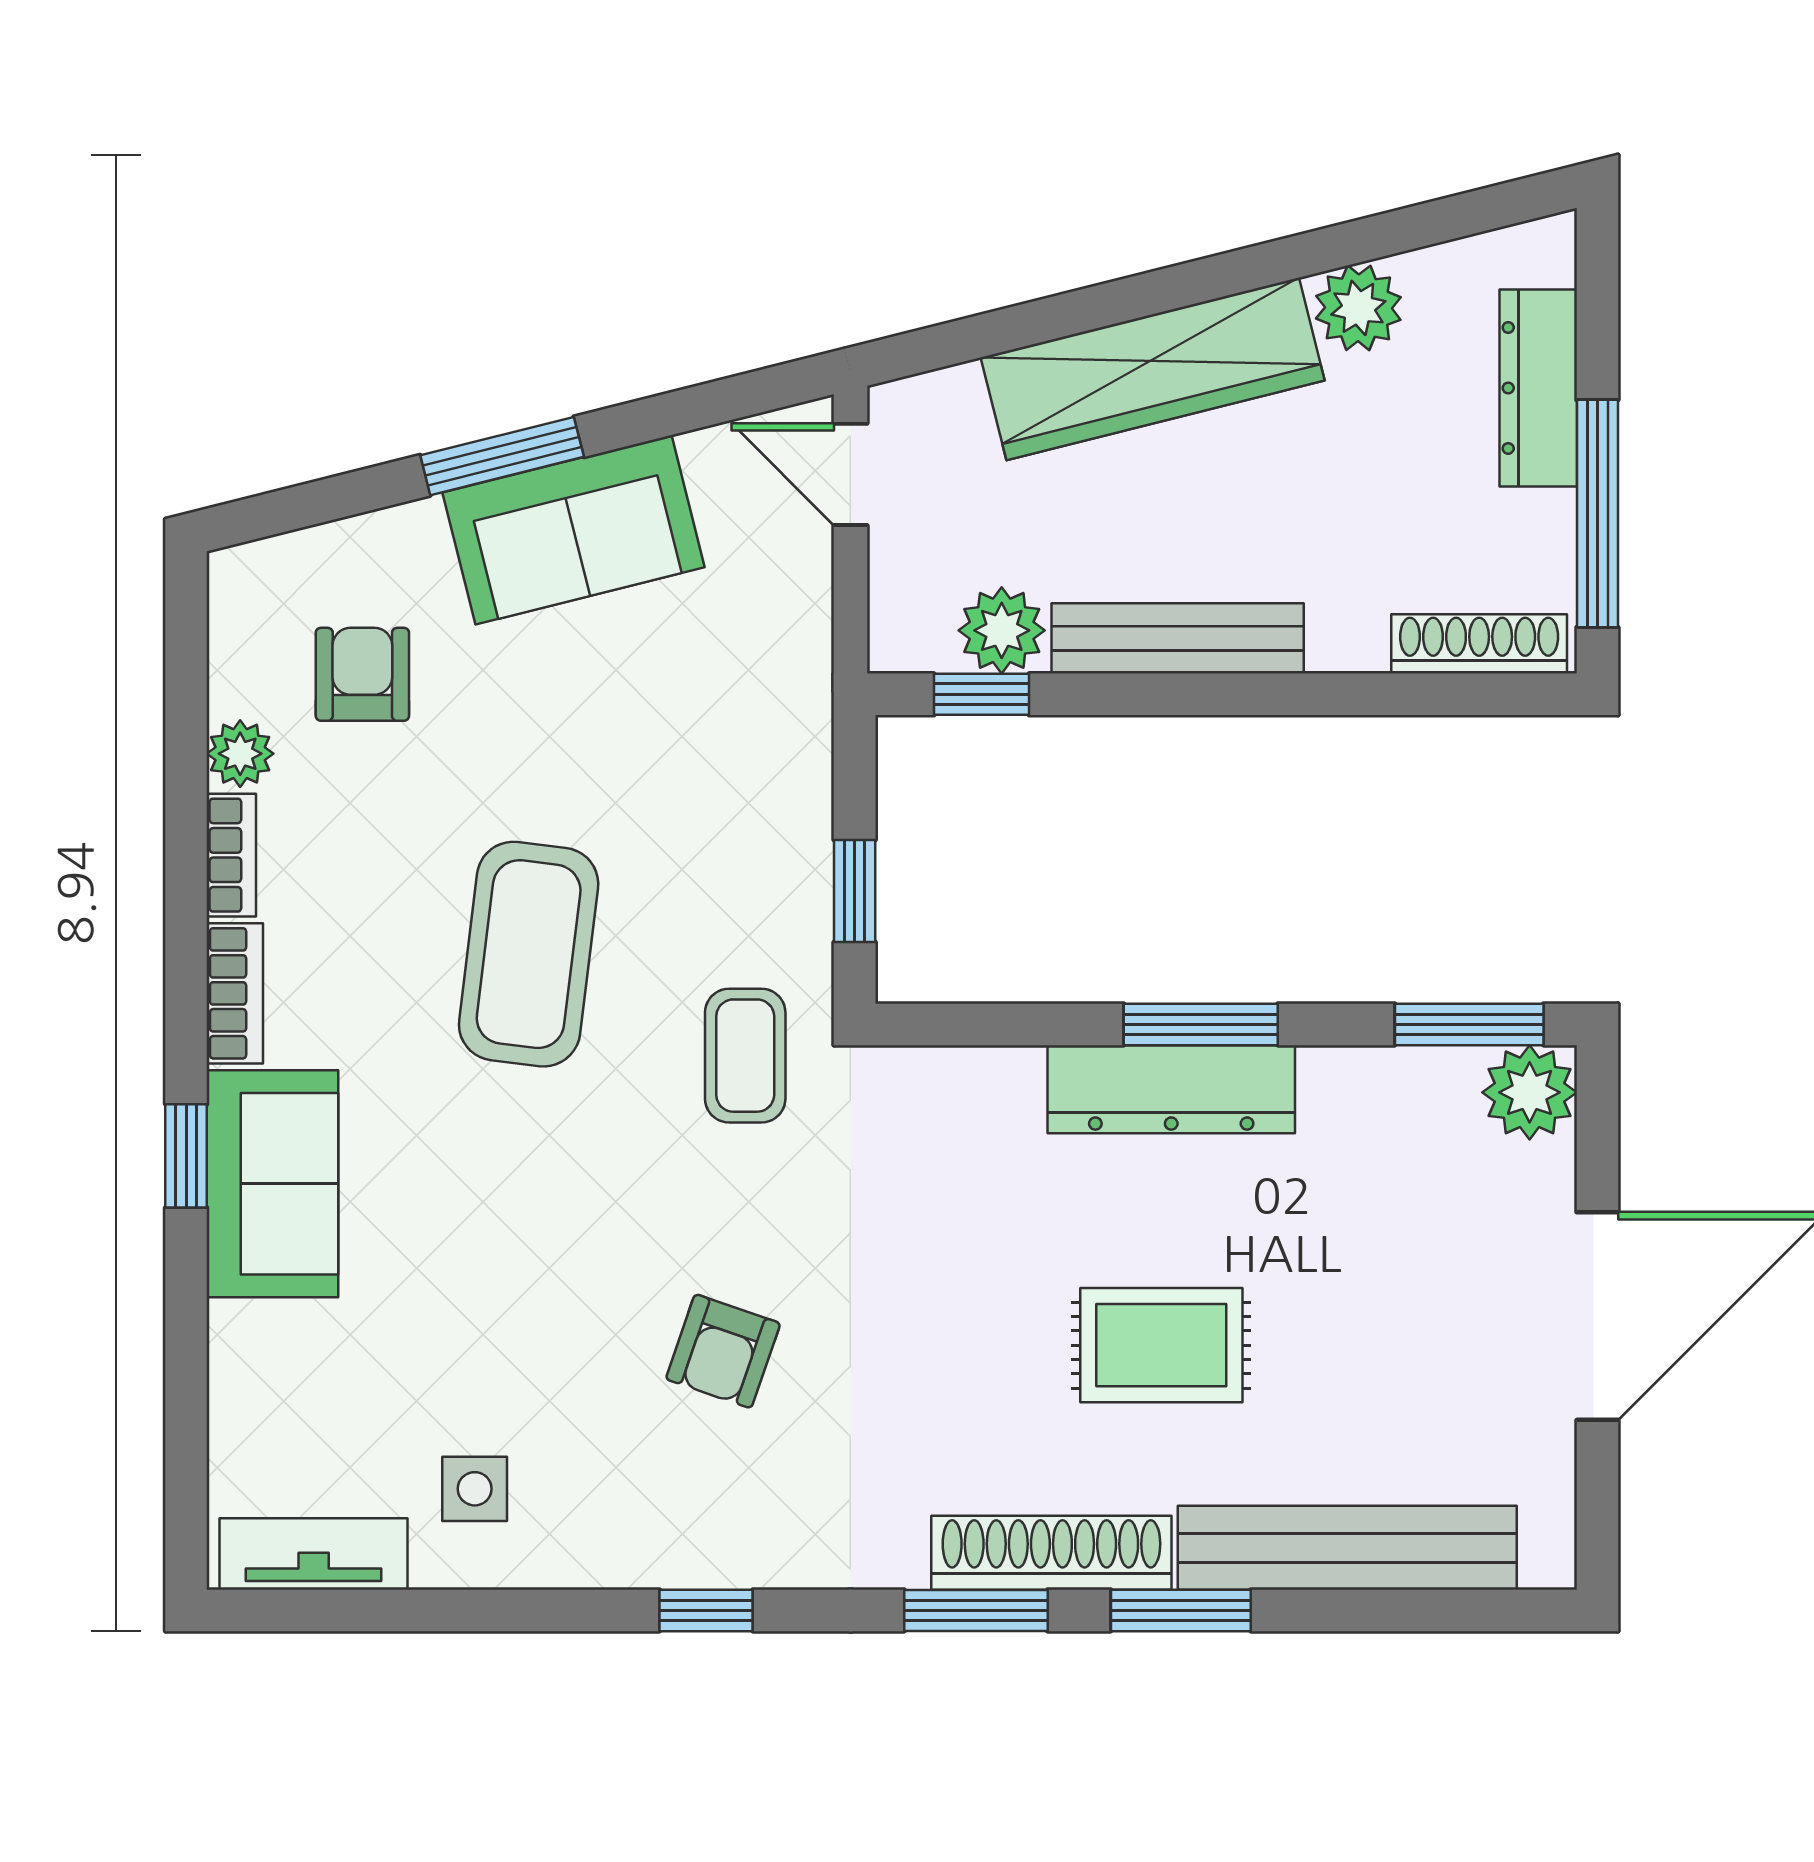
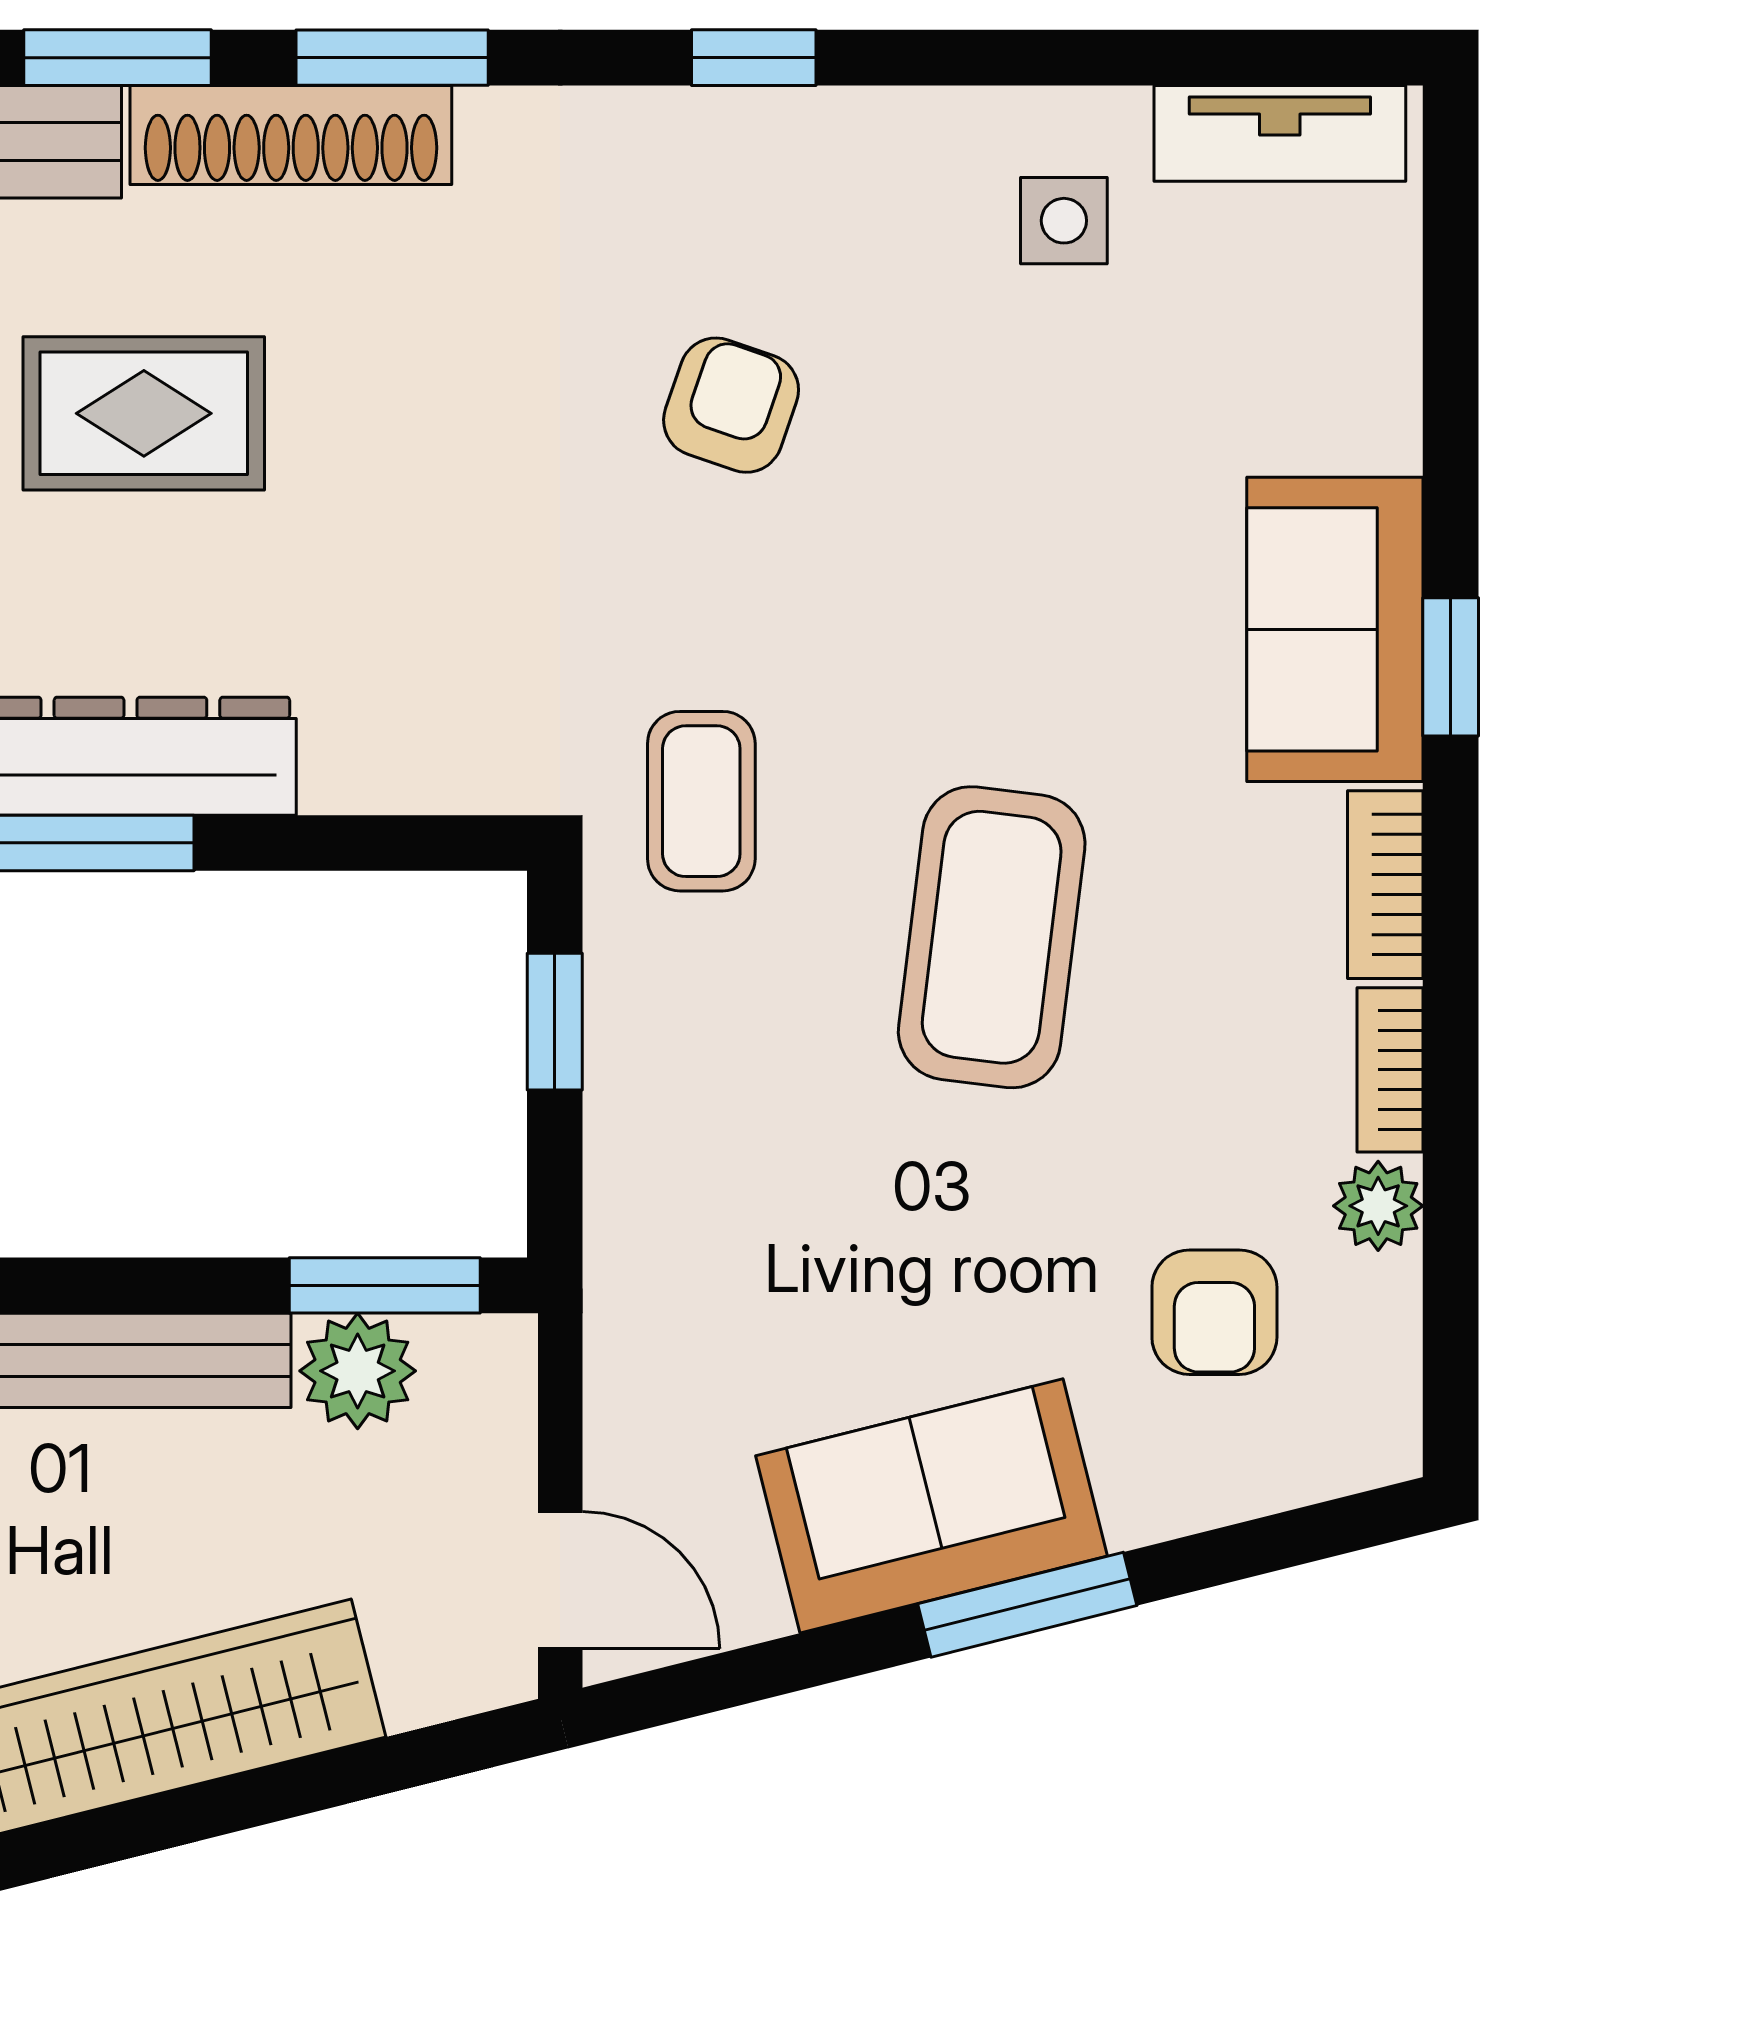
window: (982, 694) -> (385, 1285), width x1.50

